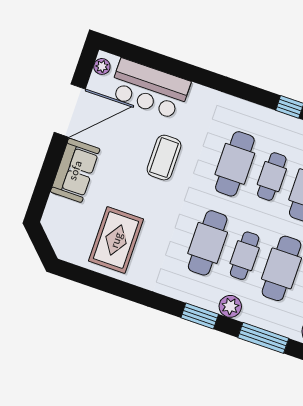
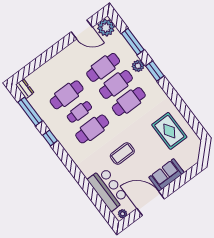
rug: (116, 240) -> (169, 131), turned 90
cafe table: (245, 256) -> (116, 84), width x1.37, depth x1.35

